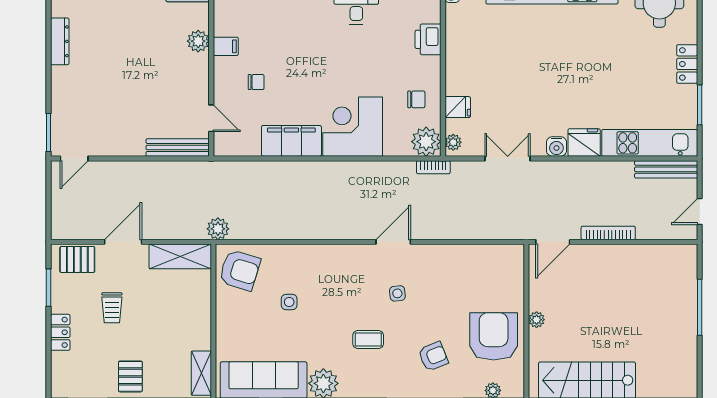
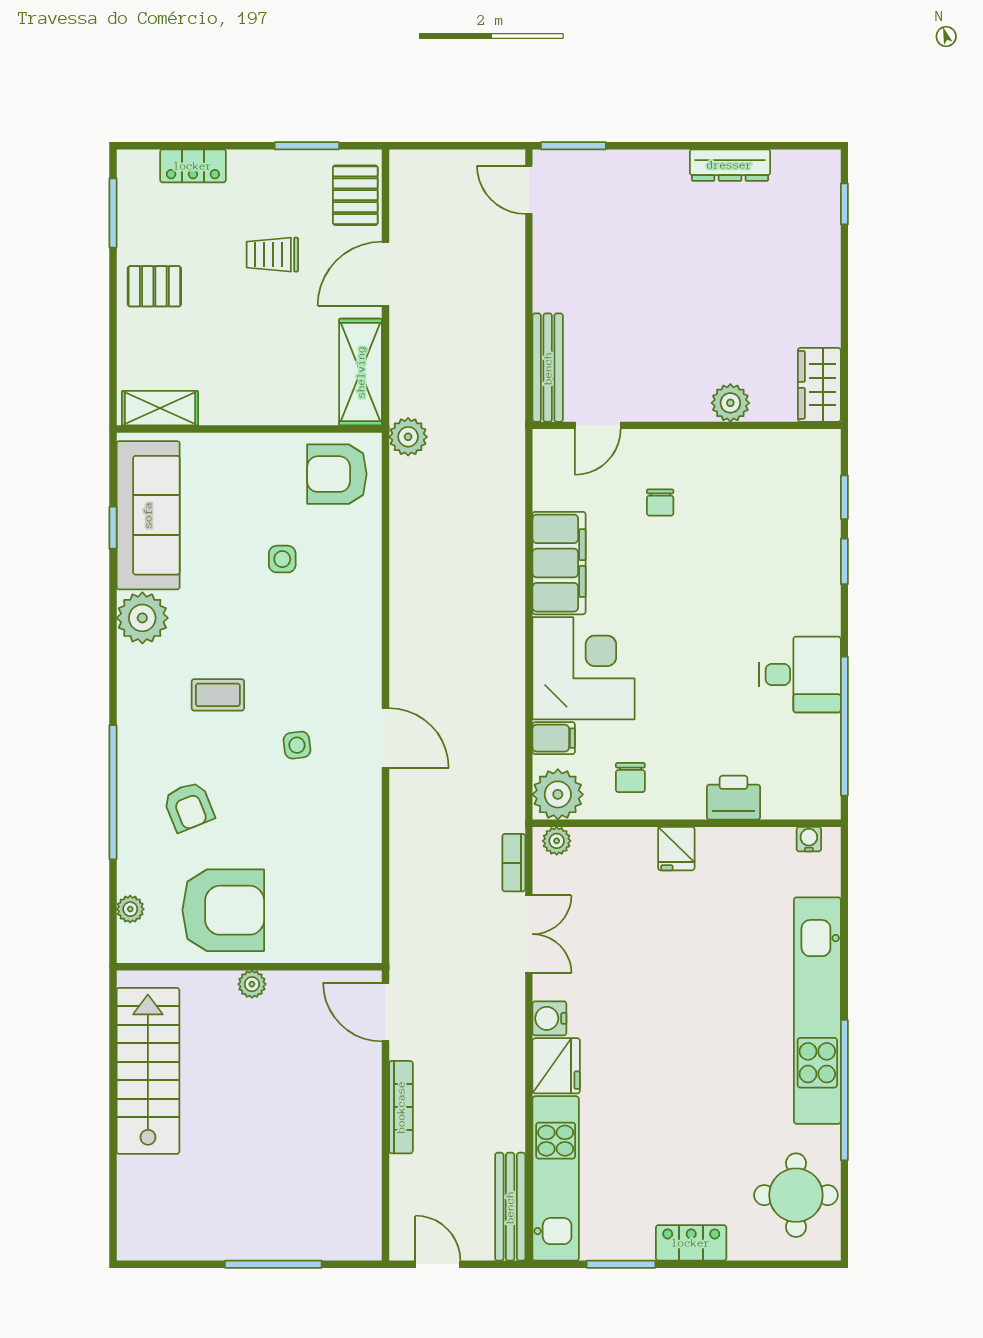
filing cabinet: (226, 46) -> (554, 738), moved, turned -90
fridge: (458, 107) -> (676, 849), moved
bookcase: (433, 167) -> (514, 863), moved
door: (123, 242) -> (385, 274), swing flipped
armchair: (240, 270) -> (337, 474), turned 73
locker: (60, 332) -> (193, 166), moved
coffee table: (368, 339) -> (218, 695), turned 90

